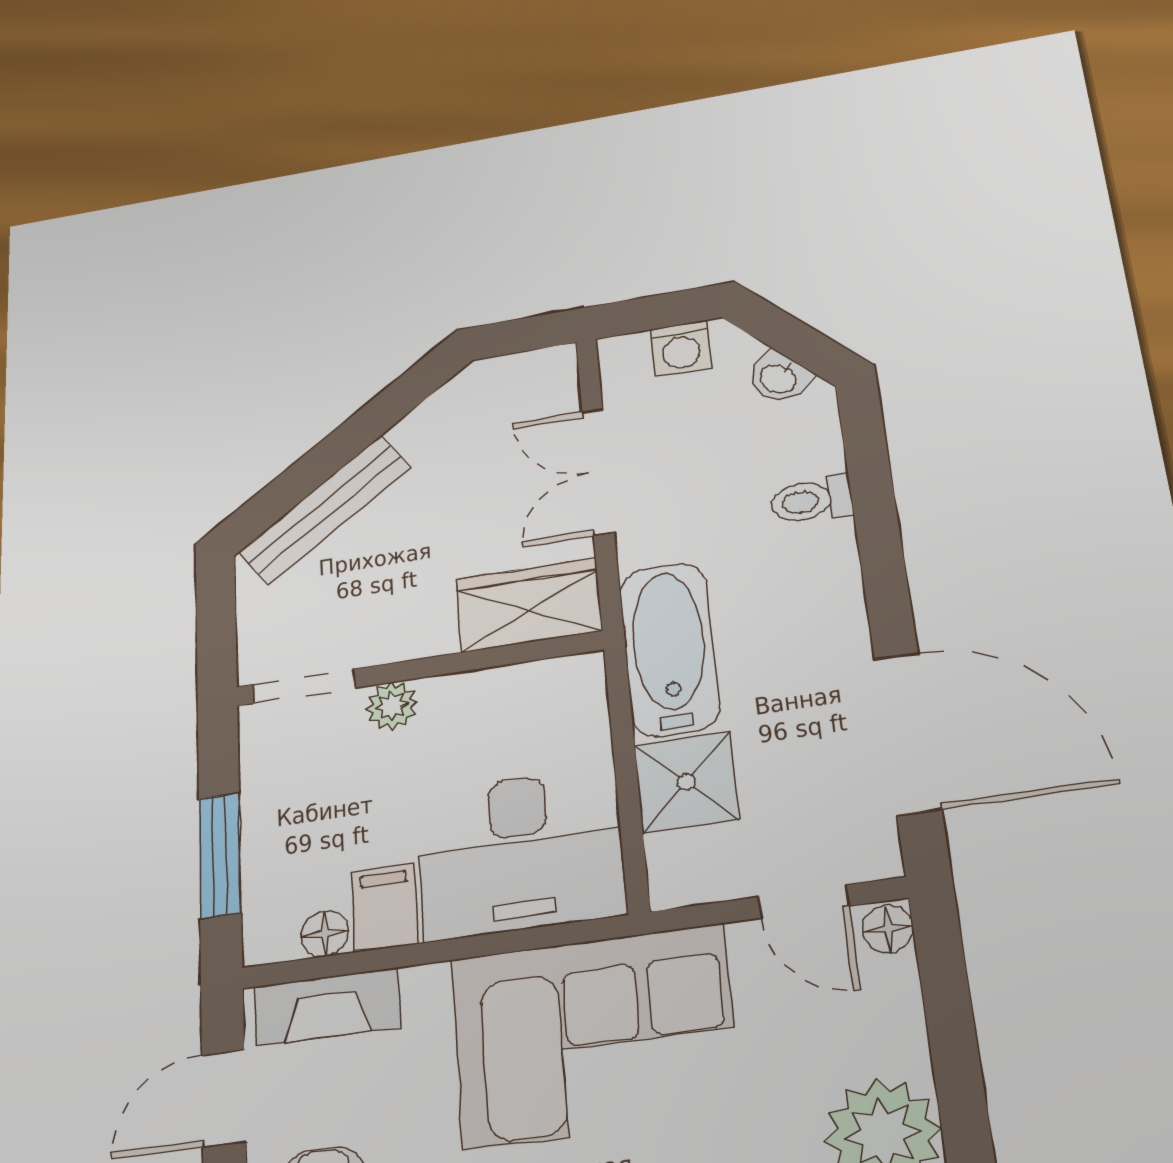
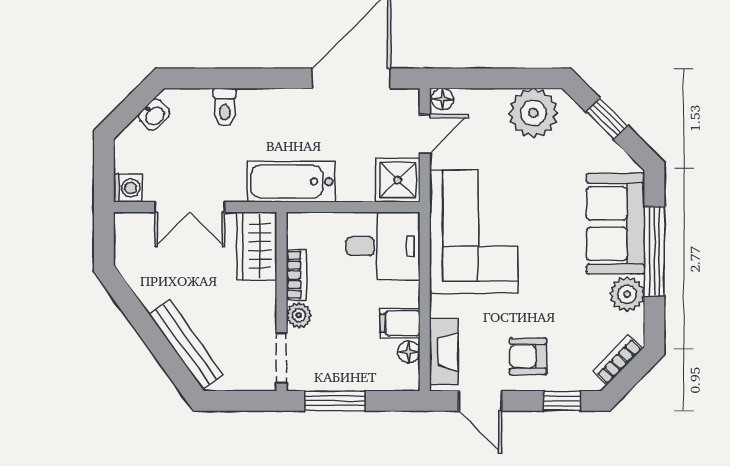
washing machine: (681, 349) -> (128, 188), moved
bookcase: (475, 689) -> (296, 275), added
shower: (686, 782) -> (398, 180), moved
desk: (520, 853) -> (383, 246), width x0.73
window: (220, 855) -> (335, 401), moved

